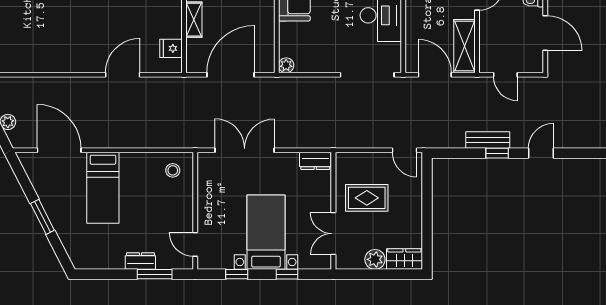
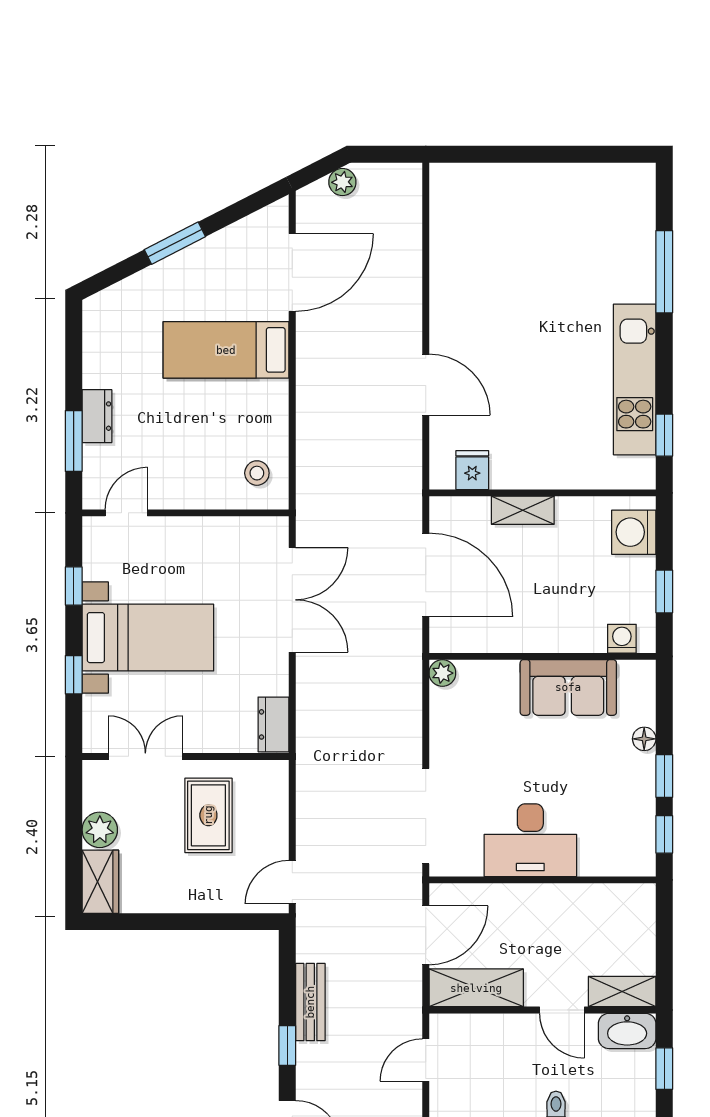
bench: (488, 140) -> (310, 1002), moved

